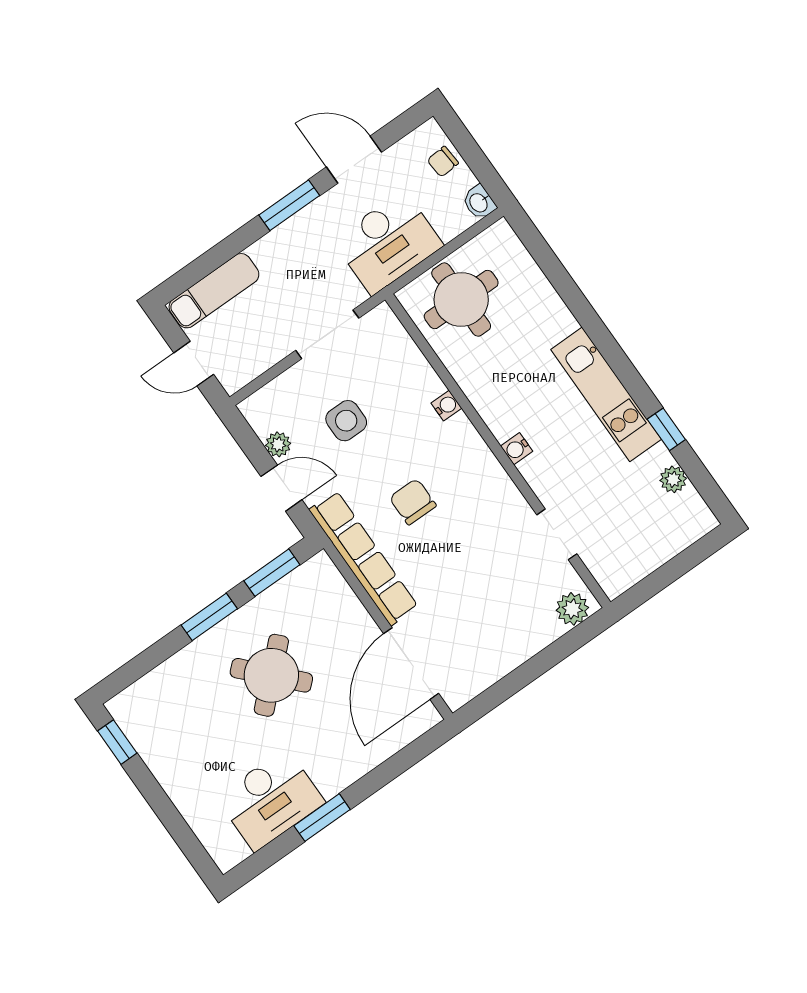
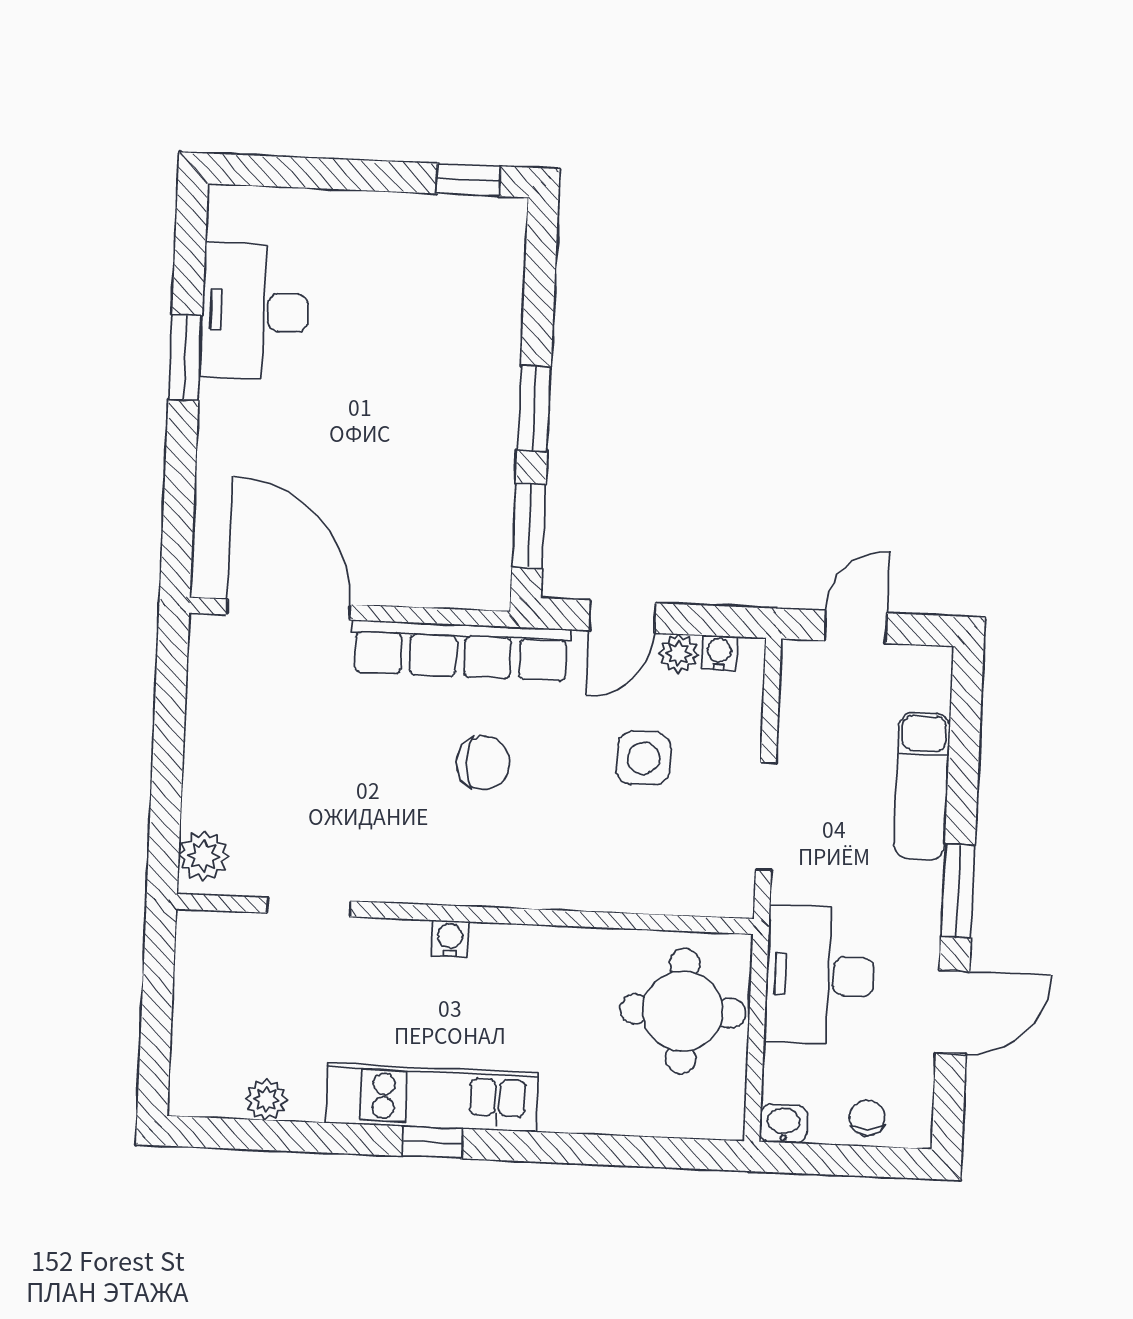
exam couch: (214, 291) -> (922, 786), moved
water cooler: (446, 406) -> (719, 653), moved, turned 180
window: (666, 429) -> (433, 1142), moved
round table: (271, 675) -> (405, 429), removed

